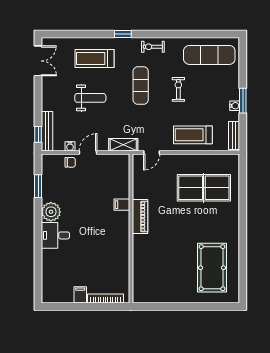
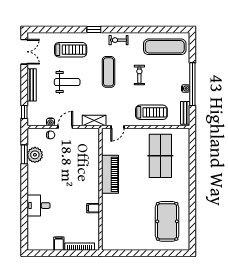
treadmill: (94, 58) -> (71, 50), turned 180
window: (243, 101) -> (192, 84), width x2.11
bench: (47, 131) -> (32, 85), moved
treadmill: (193, 135) -> (151, 112), turned 180
table tennis table: (204, 188) -> (160, 156), turned 90
filing cabinet: (122, 205) -> (93, 208), moved
plant: (51, 212) -> (35, 155), moved
piano: (140, 217) -> (110, 174), width x1.37, depth x1.33
desk: (55, 235) -> (39, 206), moved

